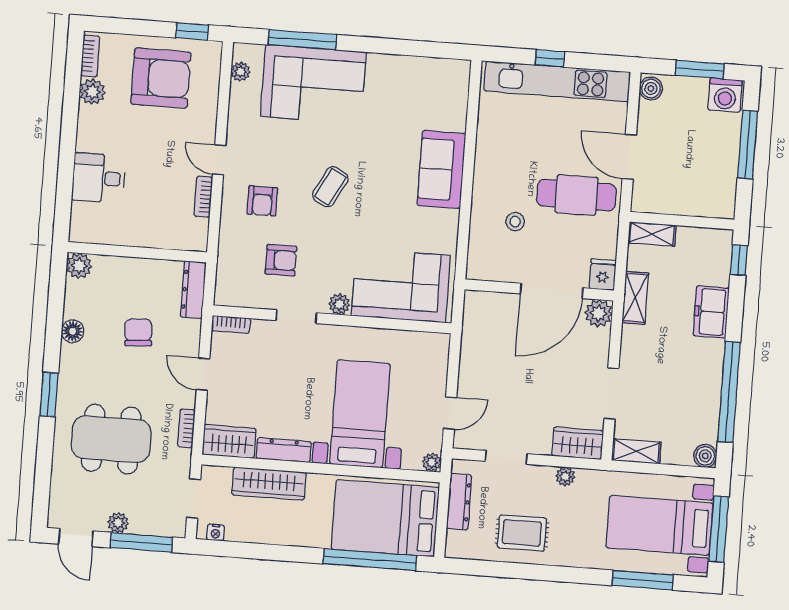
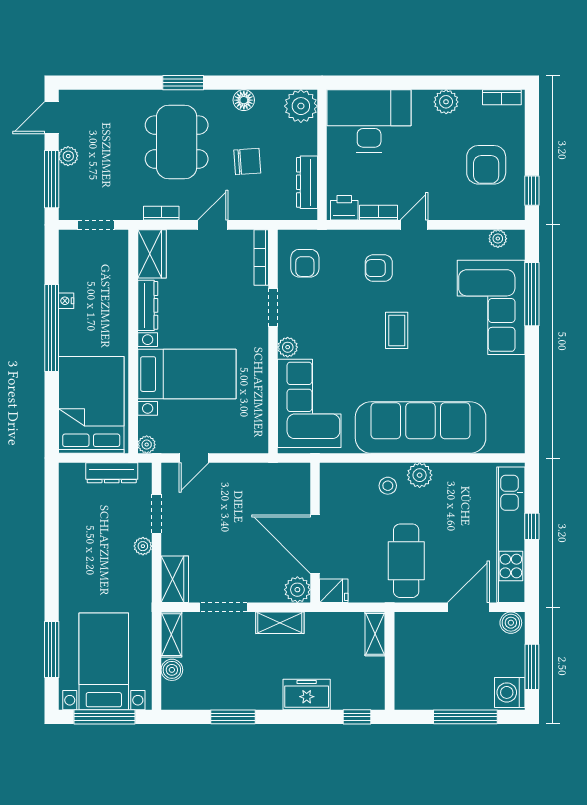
armchair: (161, 78) -> (486, 165), width x0.73, depth x0.73
plant: (92, 92) -> (446, 102), moved
door: (629, 157) -> (468, 607), moved
sofa: (441, 170) -> (421, 427), width x1.85, depth x1.27
plant: (486, 174) -> (420, 475), added
desk: (99, 178) -> (369, 121), width x1.87, depth x1.30
coffee table: (330, 187) -> (397, 330), turned 62
stool: (515, 222) -> (388, 486), moved
printer: (195, 233) -> (344, 208), added
armchair: (281, 260) -> (305, 263), moved
plant: (79, 266) -> (301, 106), width x1.36, depth x1.36
dresser: (193, 290) -> (307, 182), moved, turned -90
shelving: (635, 298) -> (280, 623), moved
bookcase: (231, 324) -> (261, 257), width x1.56
window: (729, 392) -> (233, 717), width x0.47
door: (450, 413) -> (194, 458), hinge flipped
dining table: (111, 439) -> (177, 142), moved
boiler: (705, 456) -> (172, 670), moved
plant: (565, 476) -> (143, 546), moved
wardrobe: (269, 484) -> (115, 294), removed
nightstand: (215, 532) -> (66, 301), moved
rug: (522, 533) -> (87, 534), removed
window: (370, 560) -> (52, 328), moved

